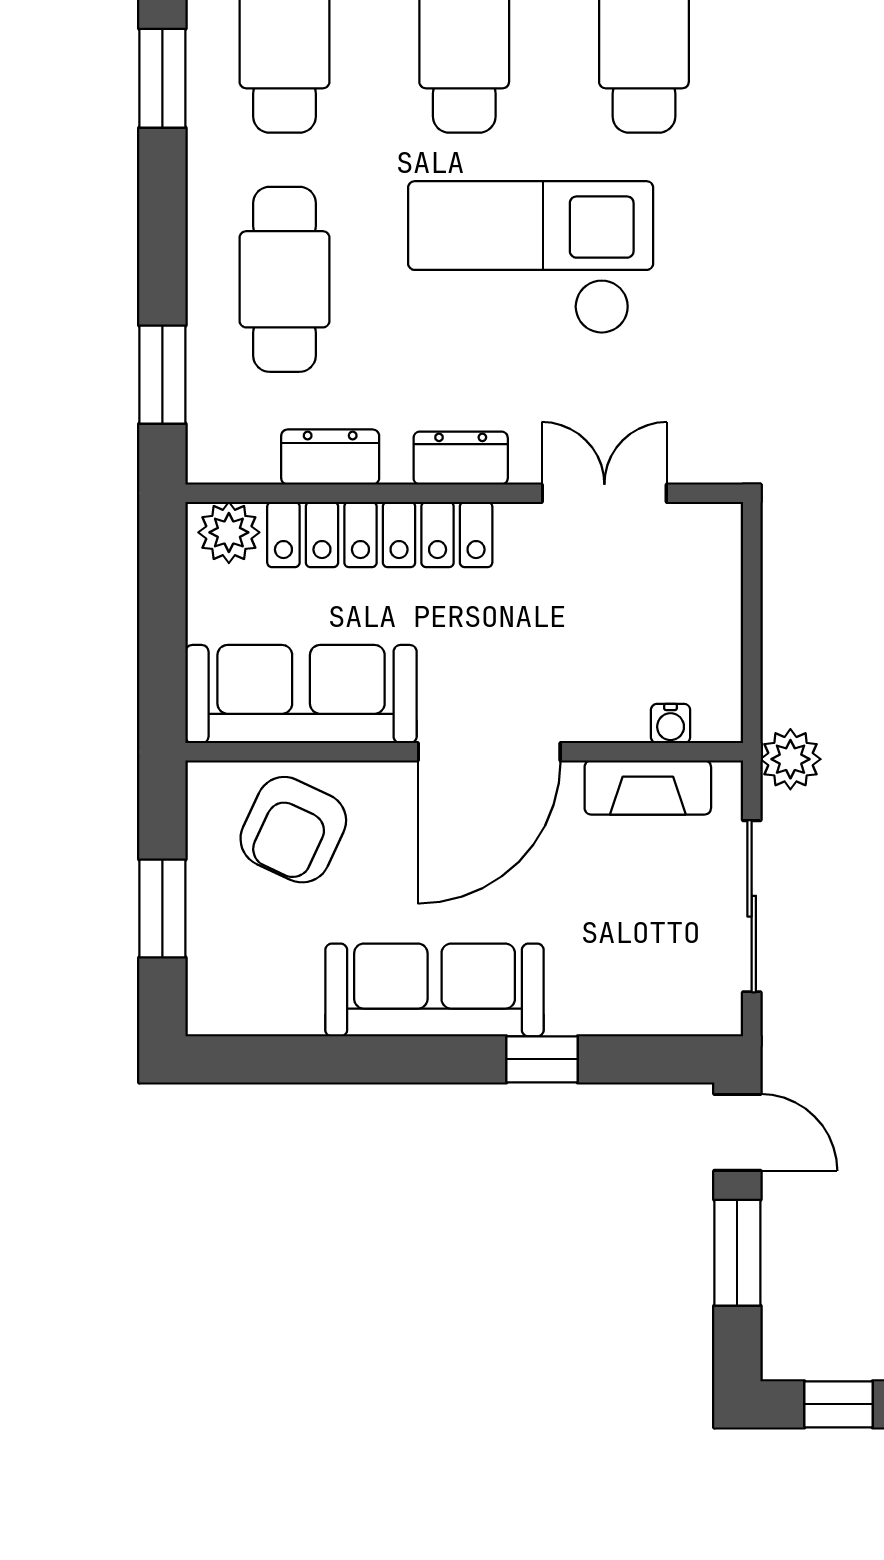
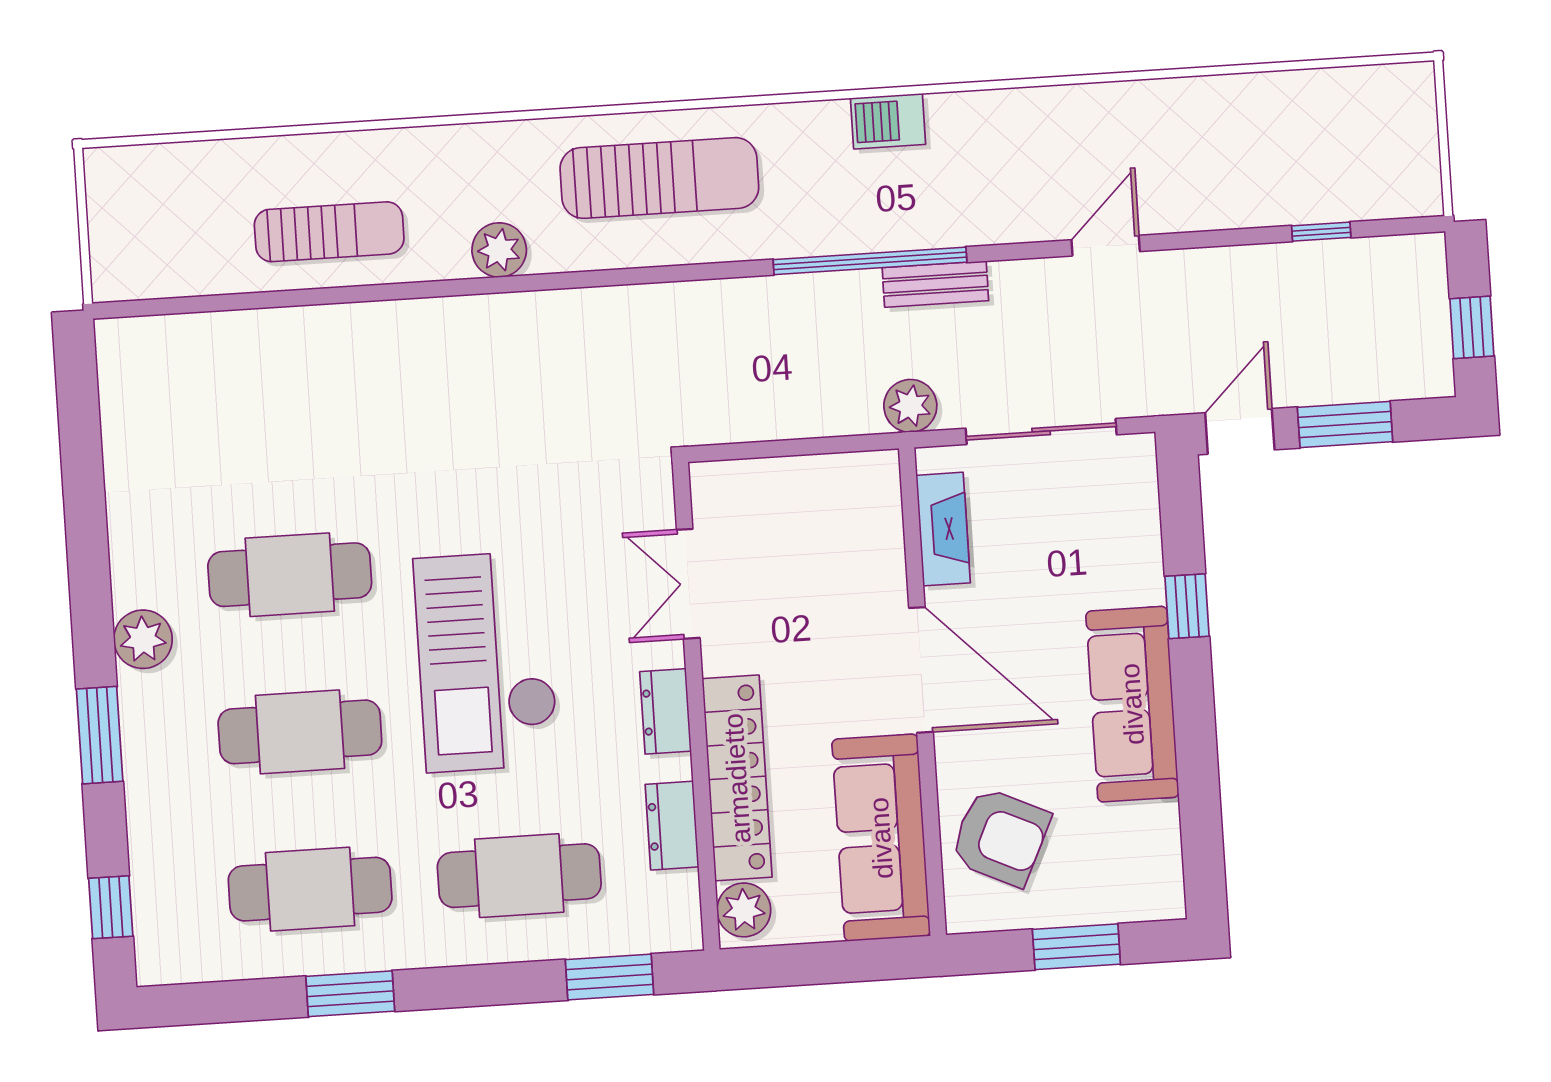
water cooler: (671, 724) -> (886, 513), removed

